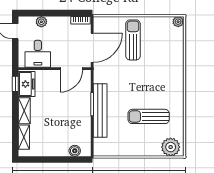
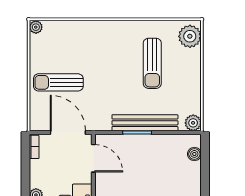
plant: (100, 150) -> (193, 123), added

